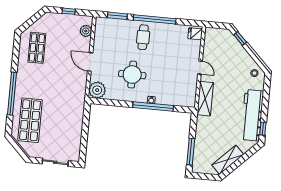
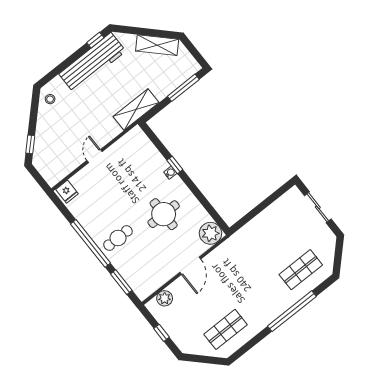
shelving: (205, 99) -> (136, 109), moved
window: (153, 107) -> (175, 165), width x0.32
shop shelf: (30, 120) -> (301, 270), width x0.70, depth x0.74

